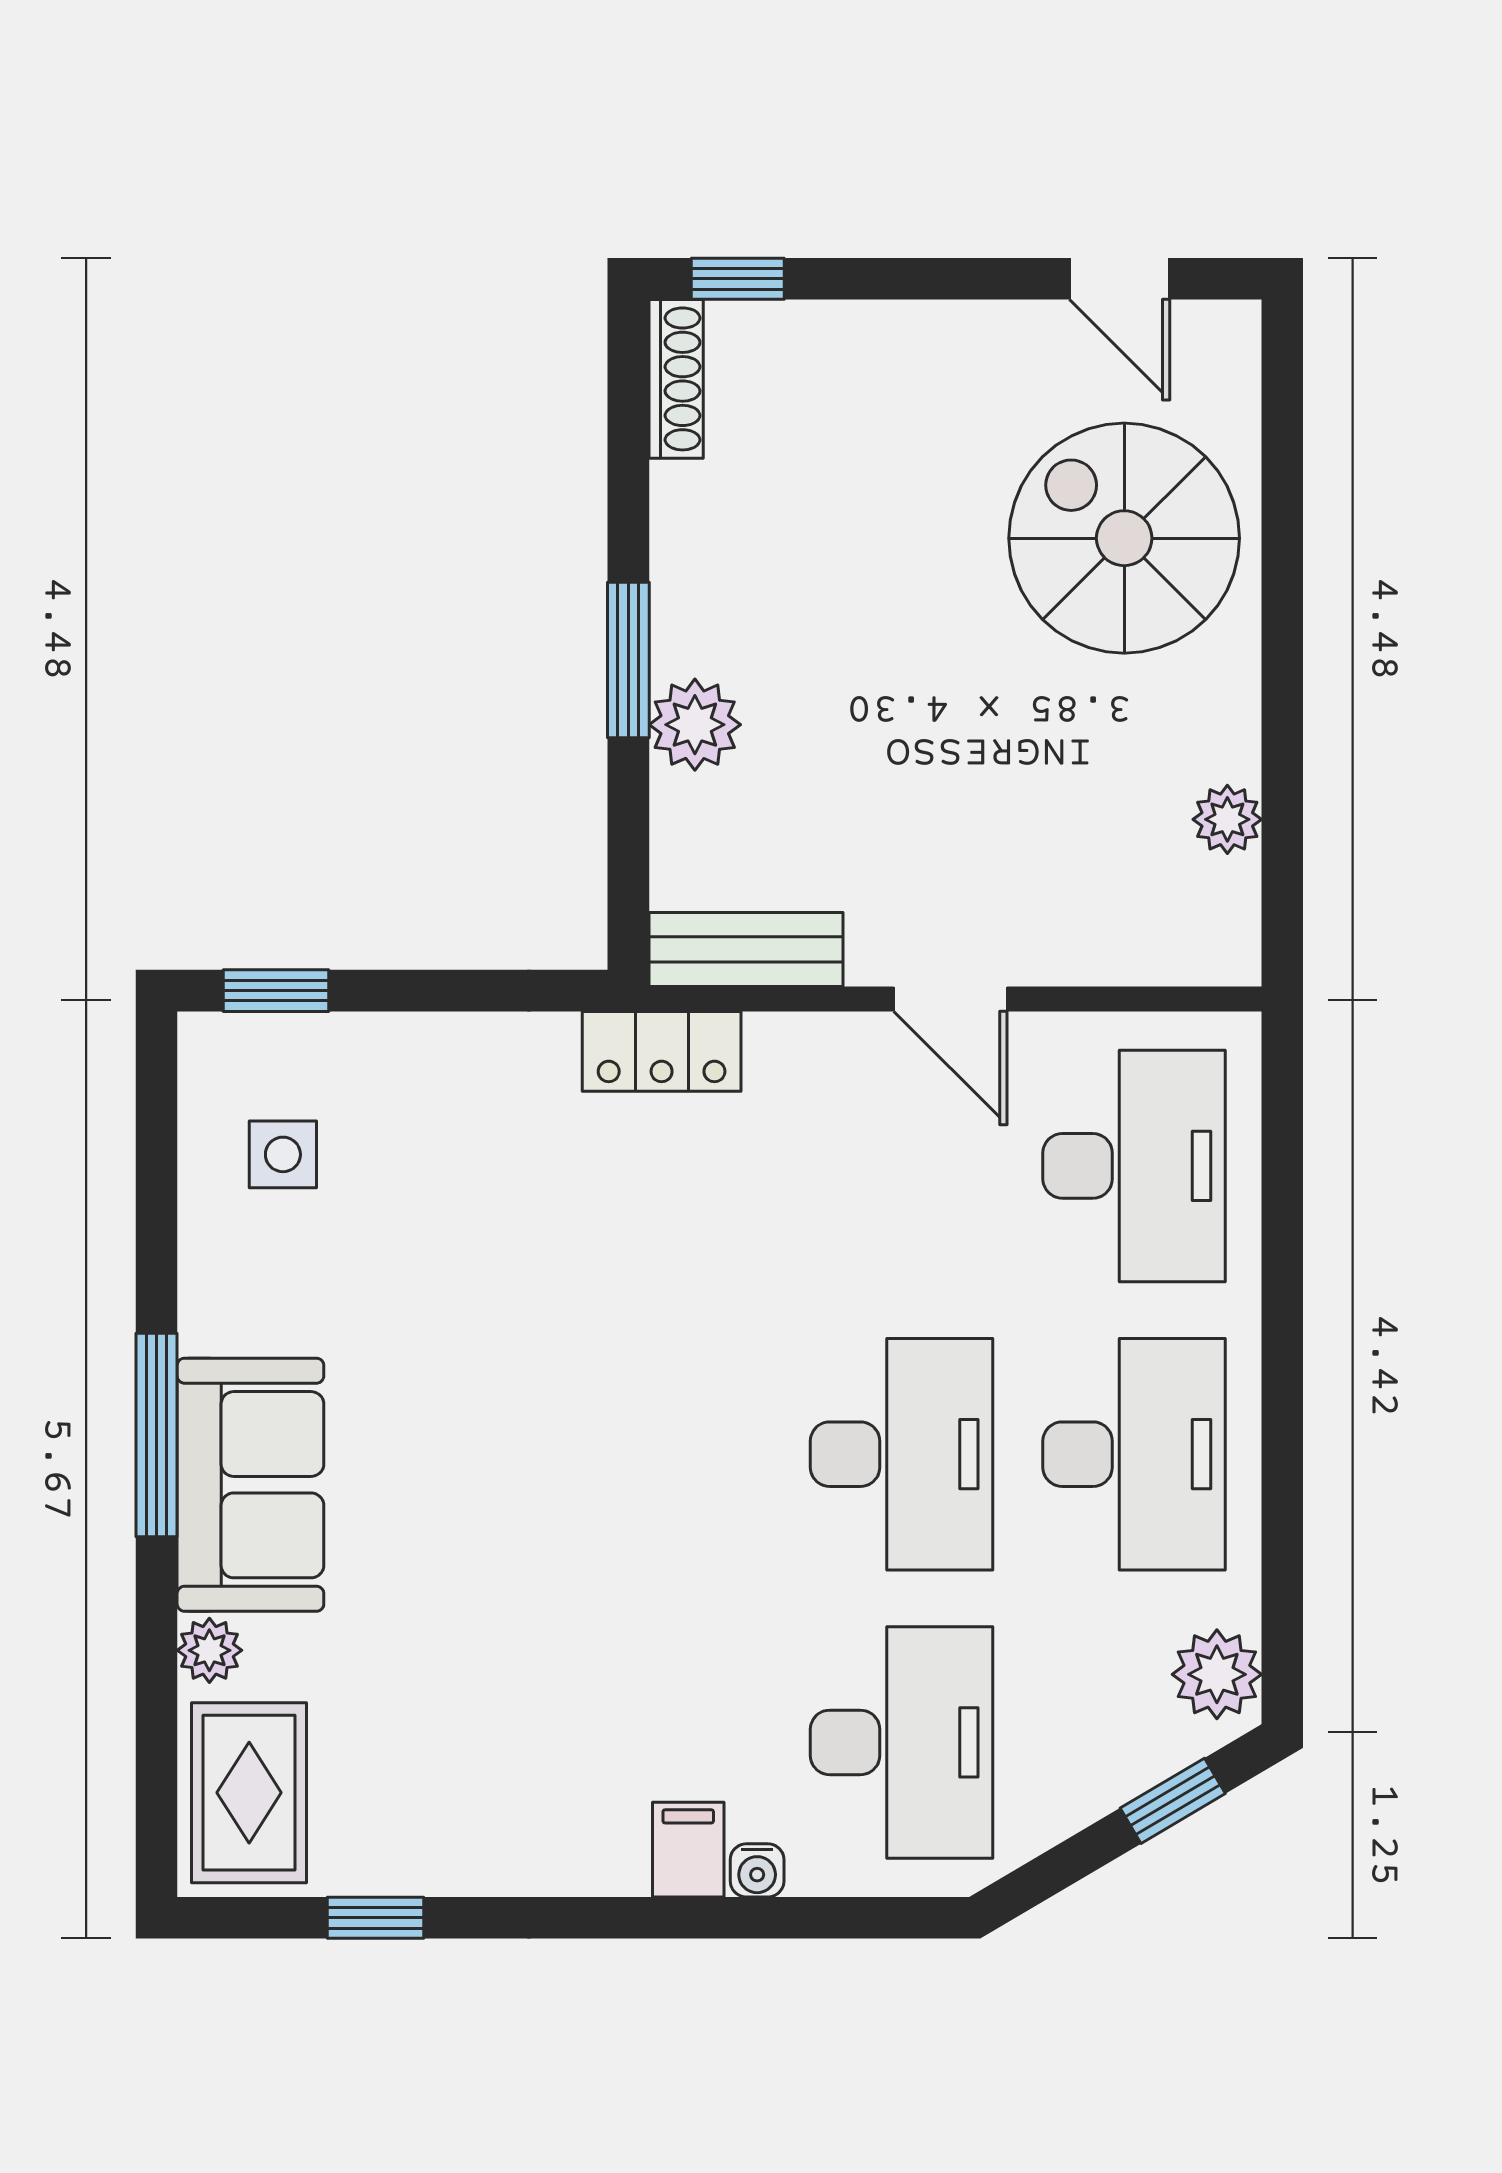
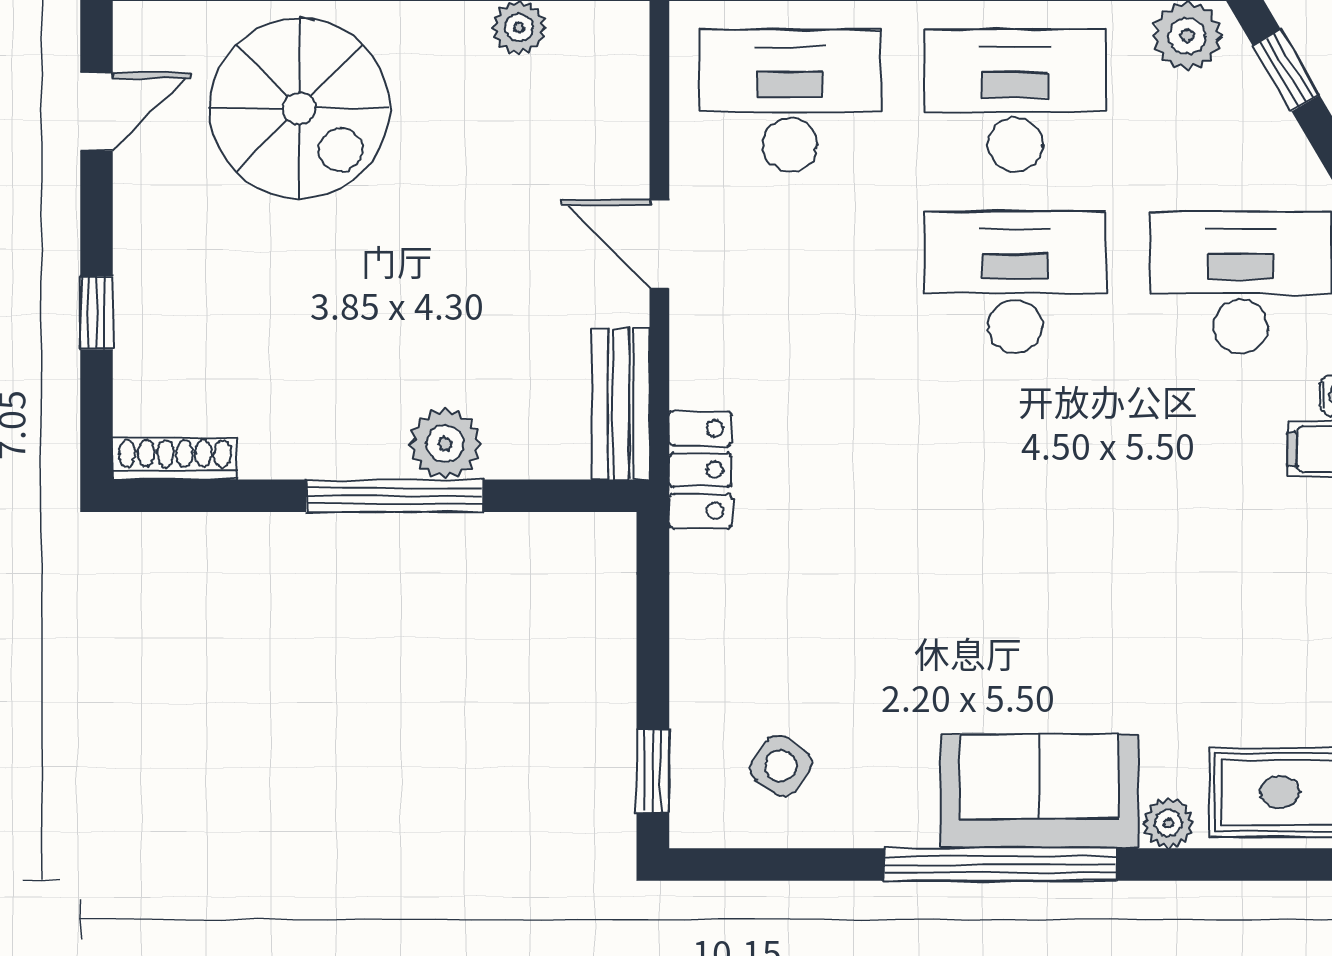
window: (738, 279) -> (97, 313), moved
spiral stairs: (1124, 538) -> (299, 108), turned -90
window: (628, 660) -> (394, 496), width x1.44
door: (950, 999) -> (659, 244), swing flipped
side table: (283, 1154) -> (781, 766), turned 36
window: (156, 1435) -> (1000, 865), width x1.46

